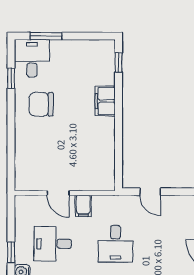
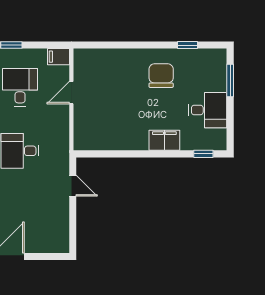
desk: (32, 58) -> (208, 110), moved
door: (150, 192) -> (73, 186), swing flipped
filing cabinet: (83, 206) -> (58, 57), moved

